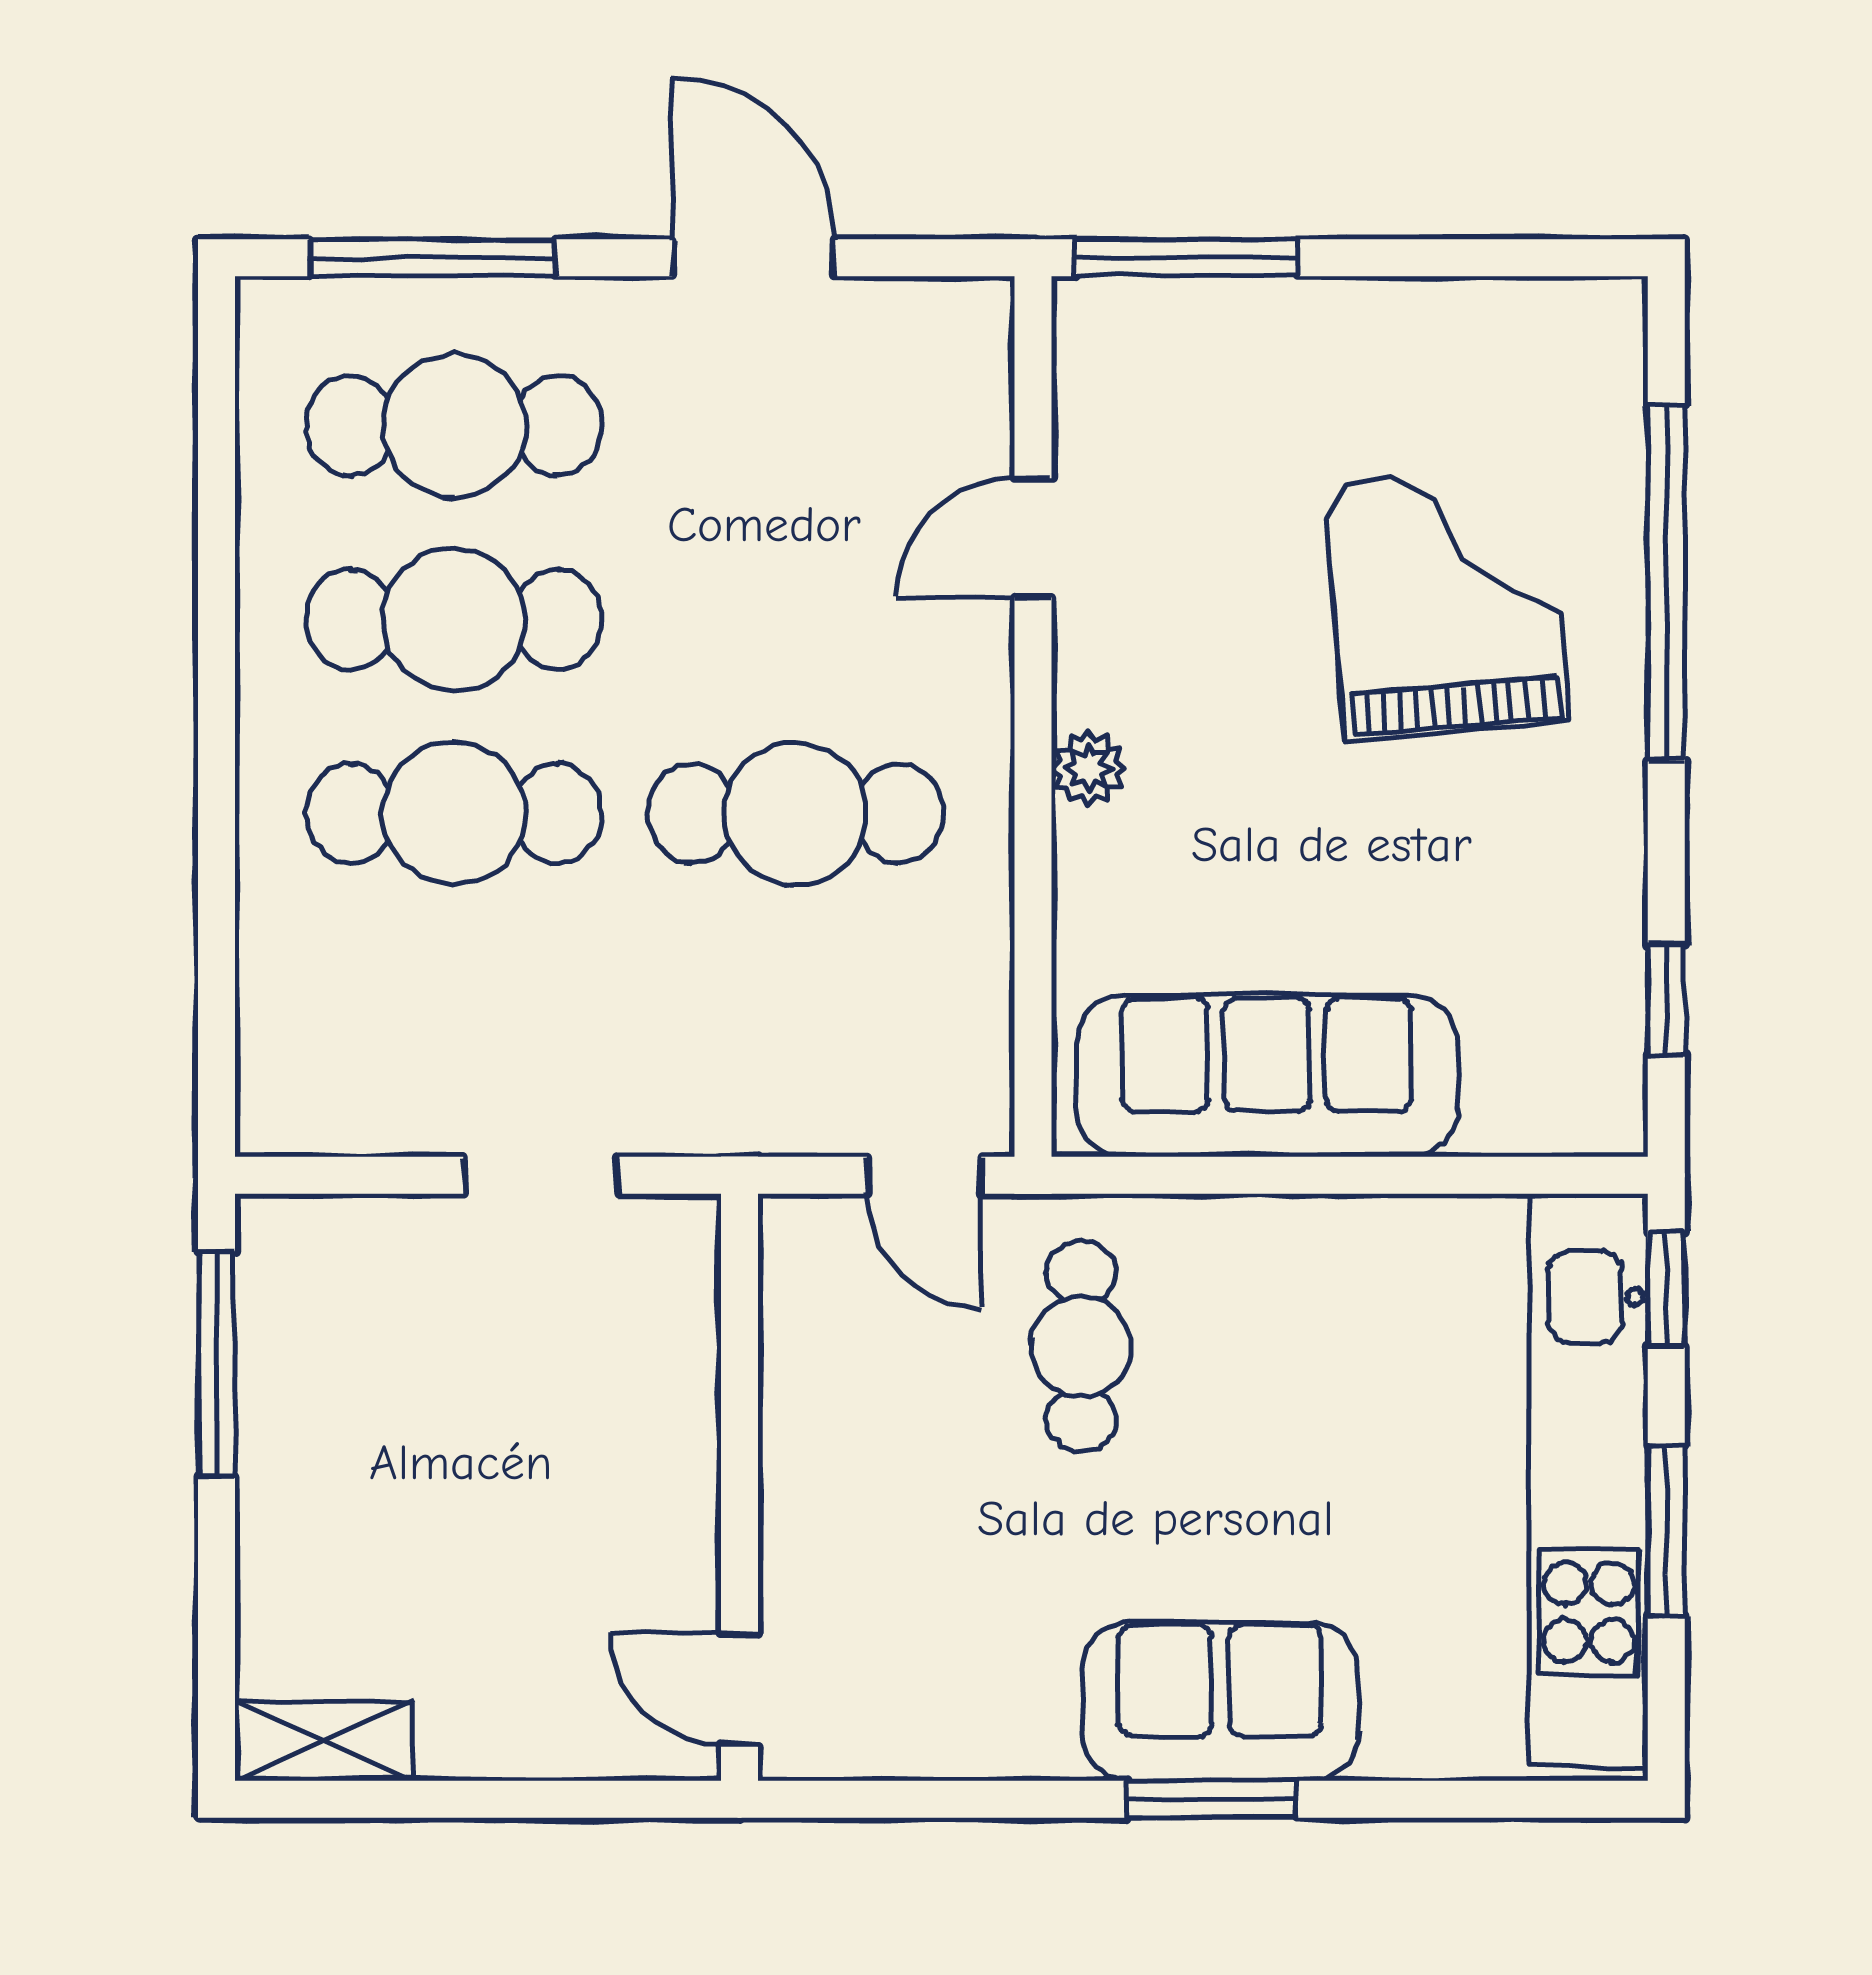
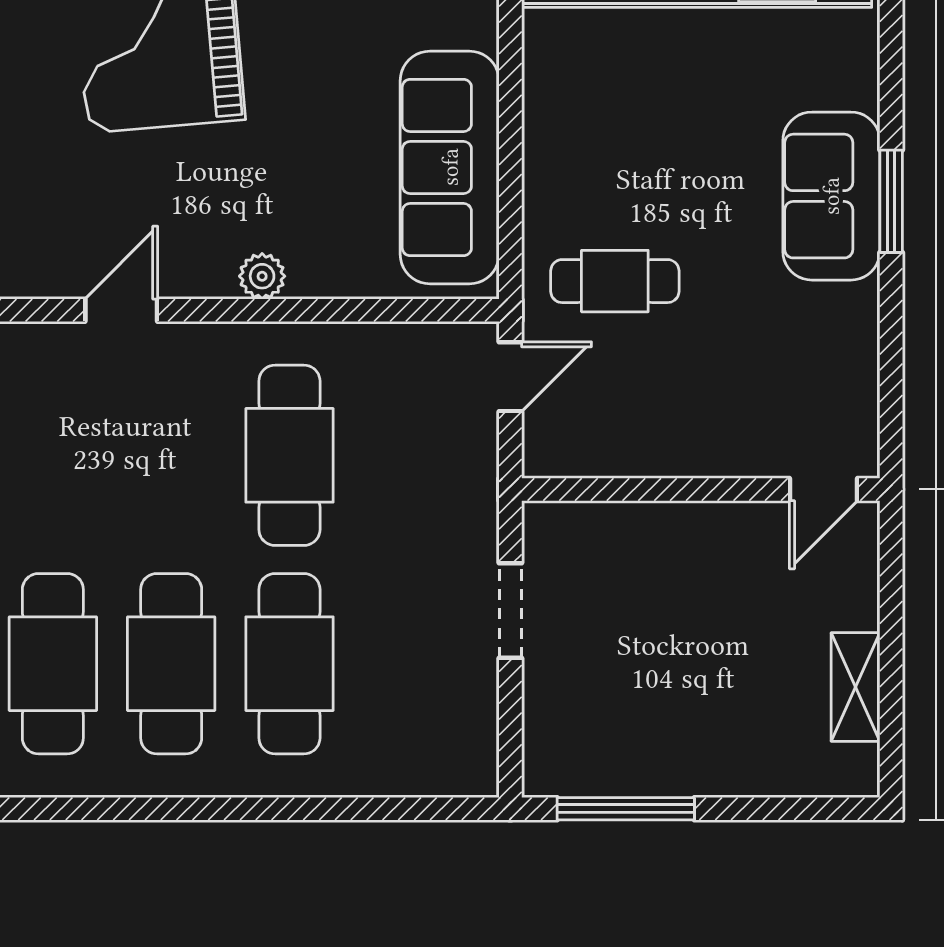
door: (1033, 538) -> (121, 310), swing flipped
shelving: (324, 1741) -> (856, 687), moved

